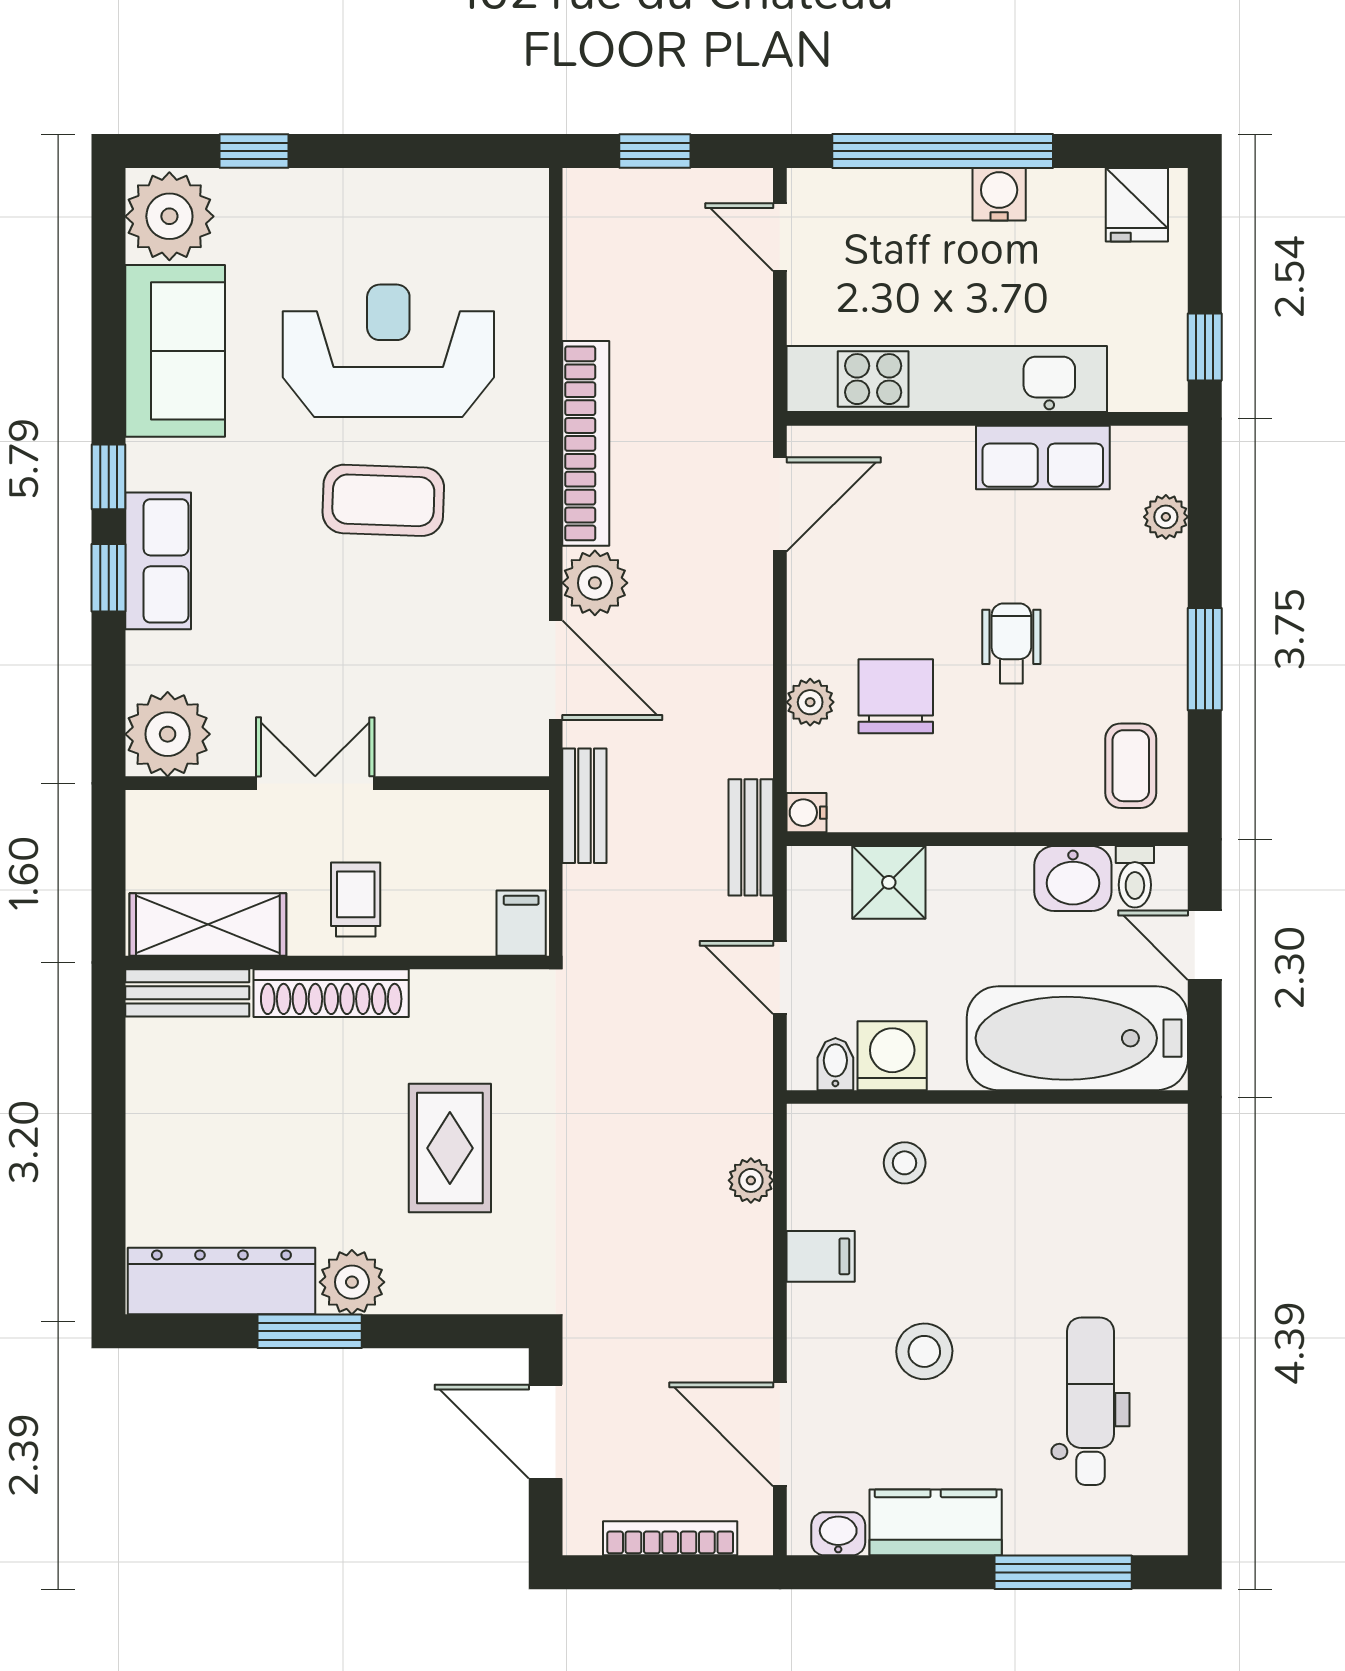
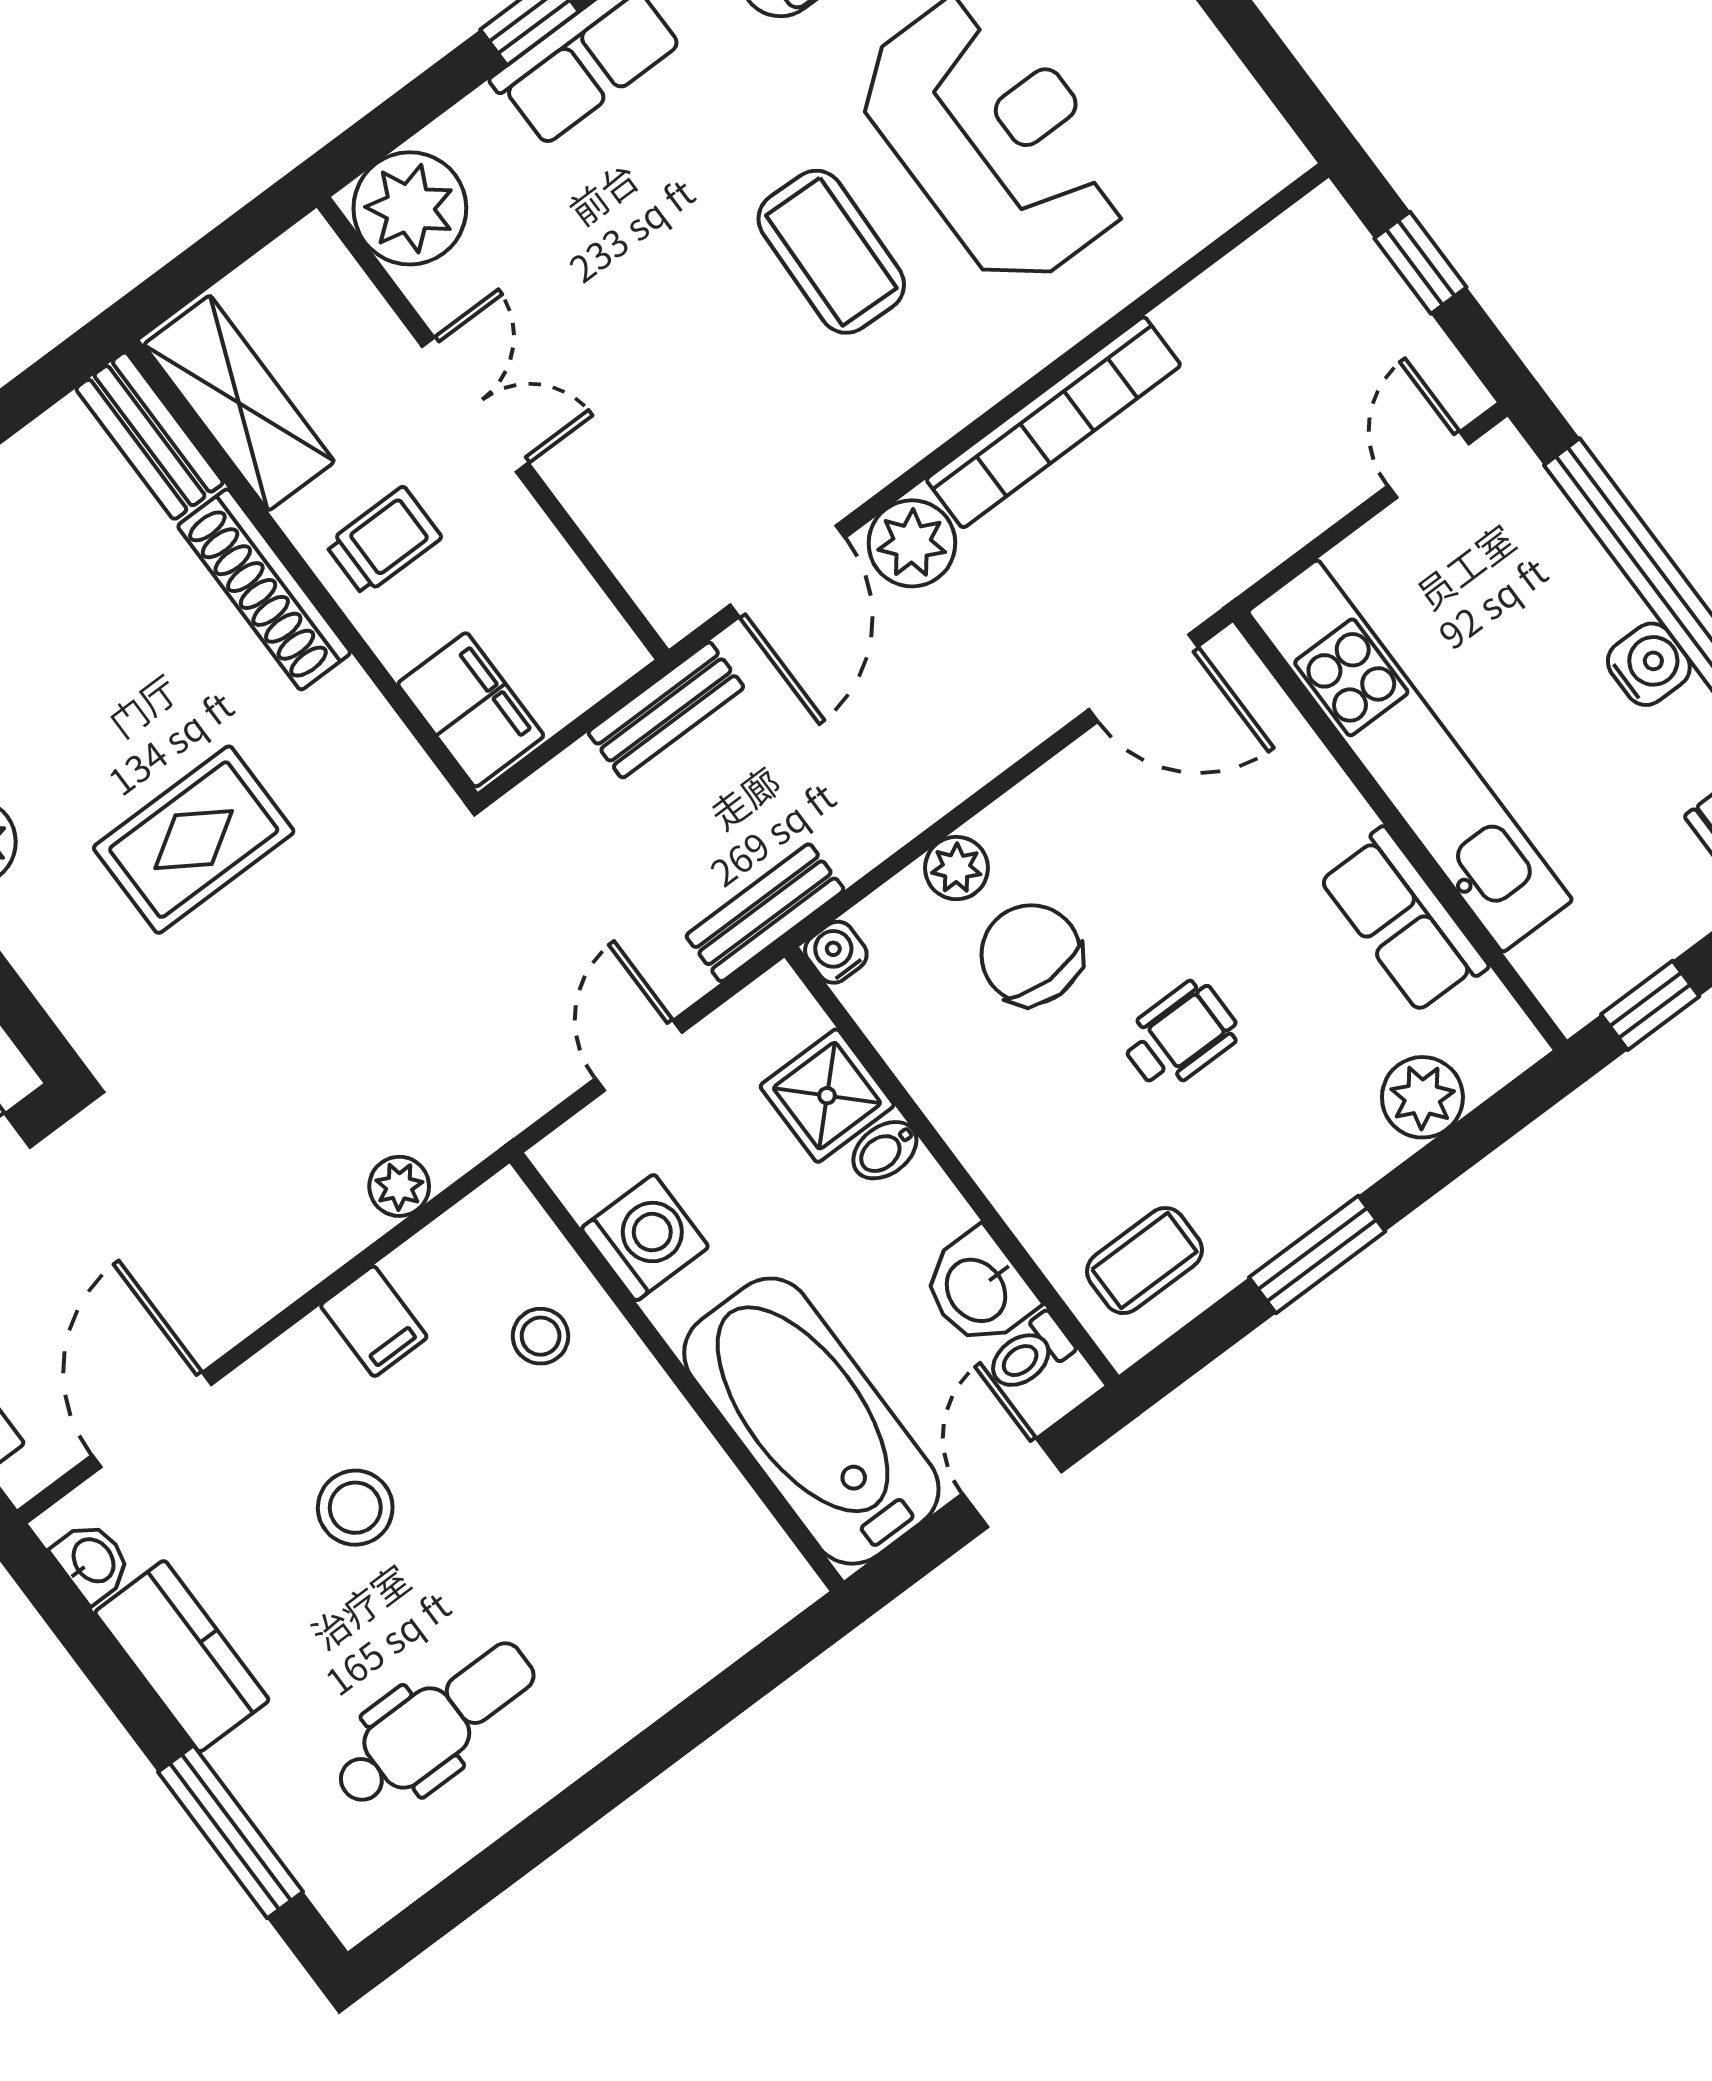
plant: (1166, 517) -> (1422, 1097), width x1.38, depth x1.38
chair: (896, 696) -> (1031, 955), turned -90
filing cabinet: (521, 923) -> (471, 710), width x2.00
bidet: (835, 1064) -> (885, 1150), moved, turned 180

